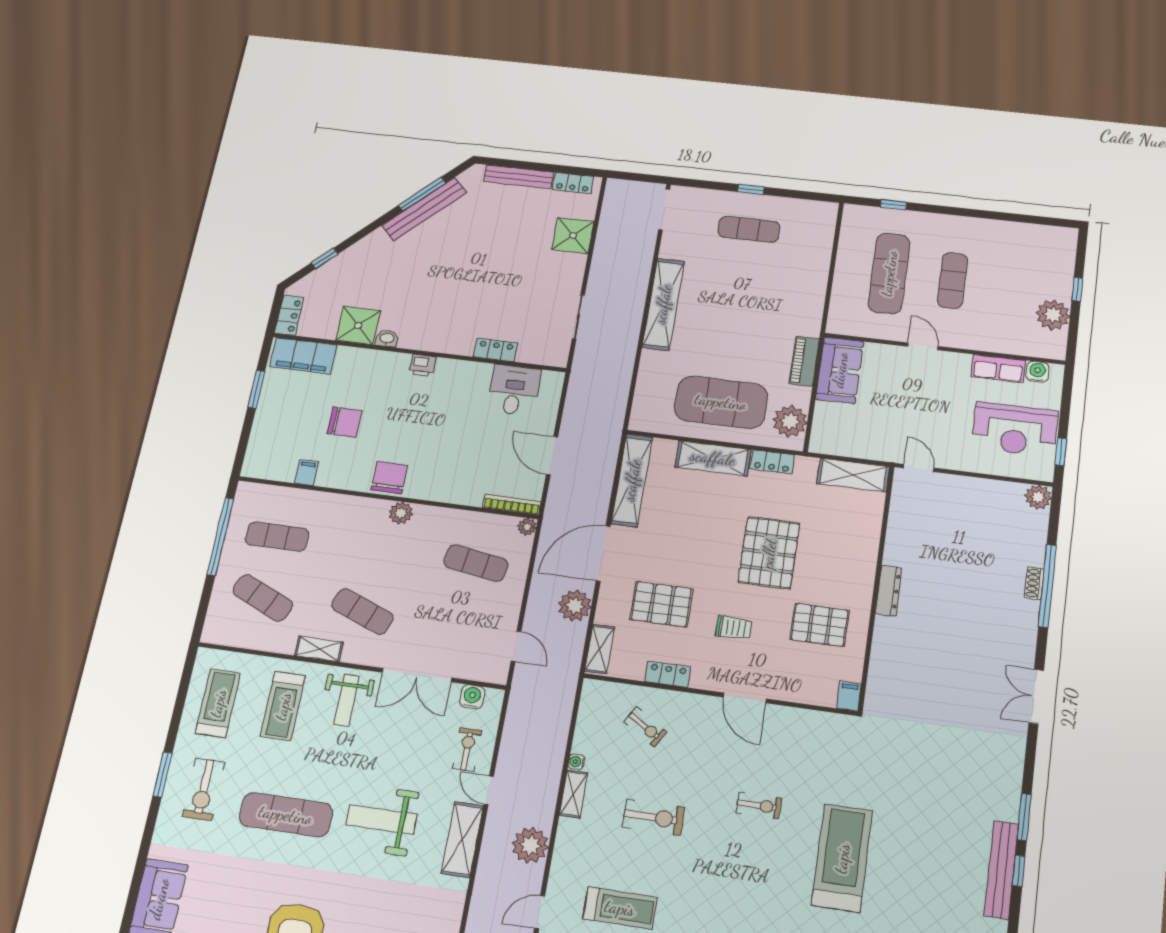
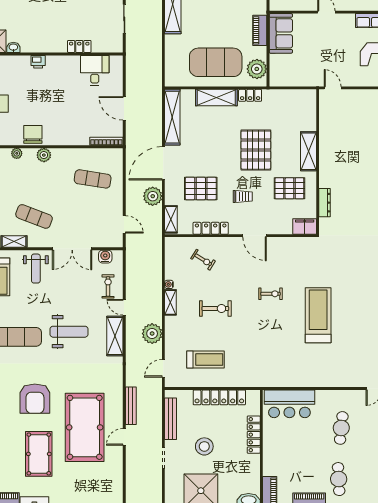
shelving: (853, 475) -> (308, 151), moved, turned 90
plant: (527, 527) -> (17, 153), moved
dresser: (888, 591) -> (325, 203), moved
locker: (668, 674) -> (211, 228), width x1.53
filing cabinet: (849, 696) -> (305, 226), width x2.00
weight bench: (382, 819) -> (69, 332), turned 180

